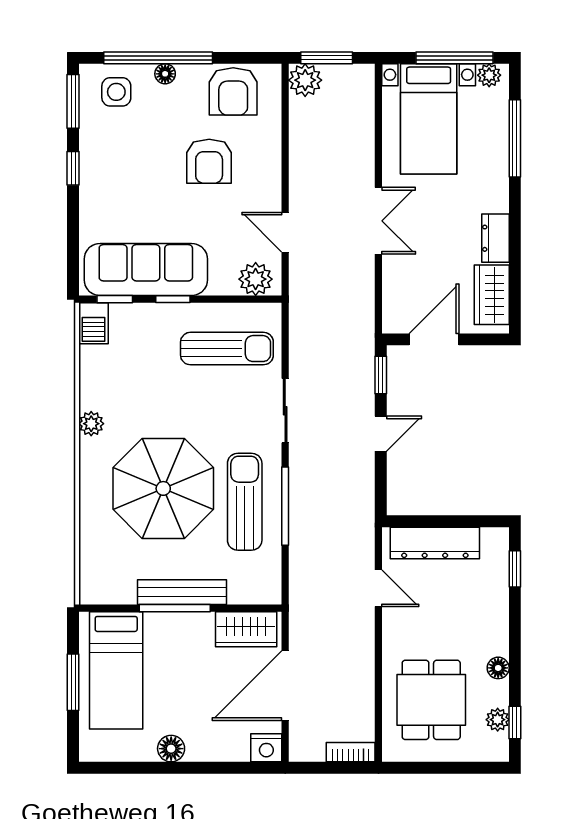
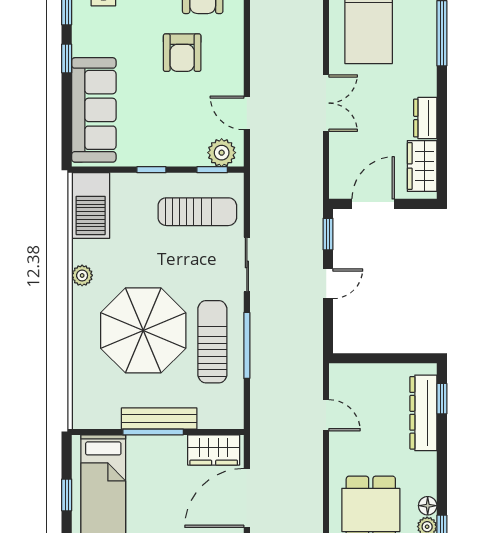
sofa: (146, 270) -> (94, 110), moved, turned 90
window: (115, 299) -> (212, 170), moved
barbecue: (93, 323) -> (91, 206), width x1.88, depth x1.53
dresser: (435, 543) -> (423, 413), moved, turned 90
floor lamp: (498, 668) -> (428, 506), moved
window: (73, 682) -> (67, 495), width x0.67

